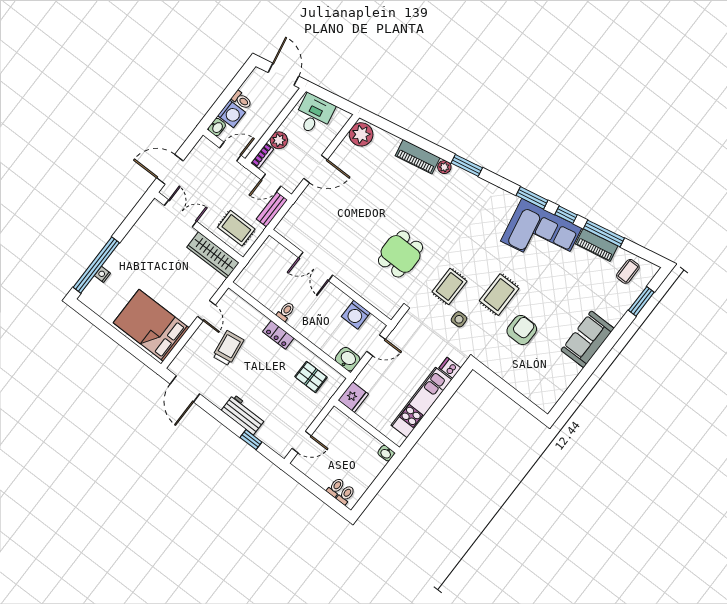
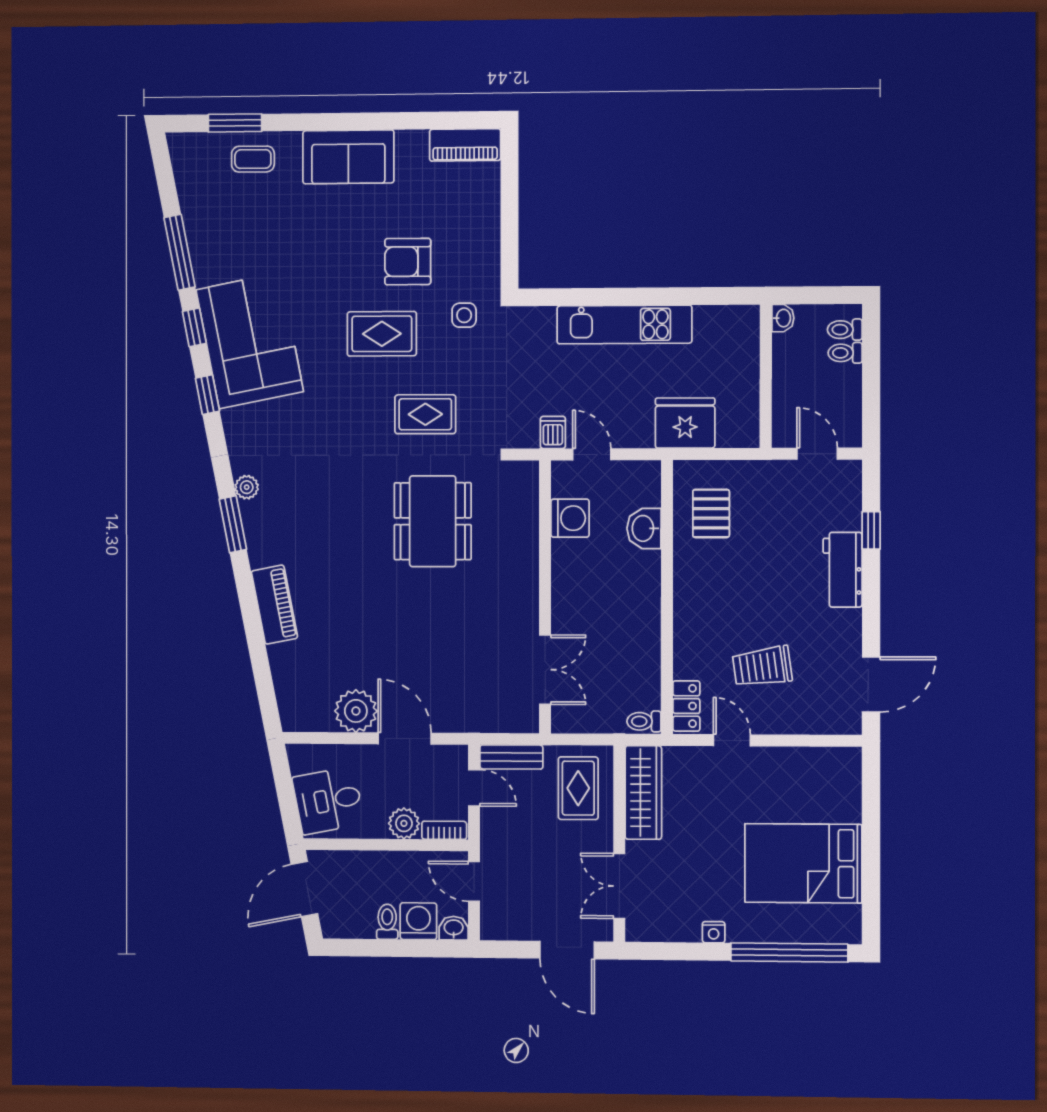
plant: (361, 134) -> (356, 711), moved
plant: (444, 167) -> (247, 487), moved
window: (532, 198) -> (207, 395), width x0.67
piano: (597, 245) -> (465, 145), moved, turned 101
dining table: (401, 254) -> (433, 521), width x1.38
double door: (316, 266) -> (545, 670), moved
coffee table: (628, 271) -> (253, 159), moved
nightstand: (102, 274) -> (714, 932), moved
door: (206, 311) -> (732, 740), hinge flipped
toilet: (286, 311) -> (644, 721), moved
side table: (459, 319) -> (464, 315), moved
bed: (151, 325) -> (803, 863), moved, turned 90
locker: (278, 335) -> (686, 706), moved
washbasin: (348, 359) -> (644, 528), moved
dishwasher: (450, 368) -> (553, 432), moved, turned 180
fridge: (353, 397) -> (685, 423), width x1.36, depth x1.34
wall: (367, 427) -> (766, 376), moved
washbasin: (386, 453) -> (783, 318), moved

